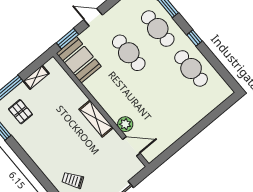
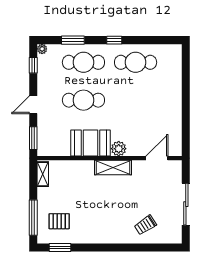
booth: (79, 60) -> (91, 143), moved
shelving: (36, 77) -> (43, 174), moved
plant: (125, 124) -> (119, 149), moved

